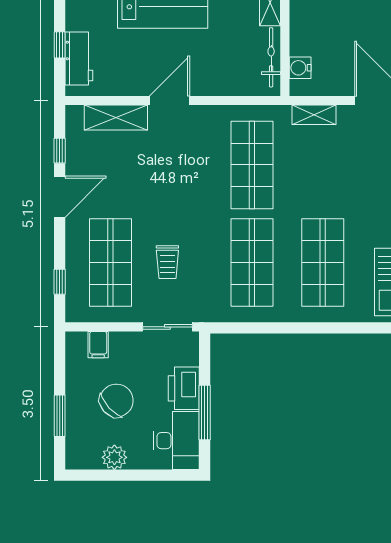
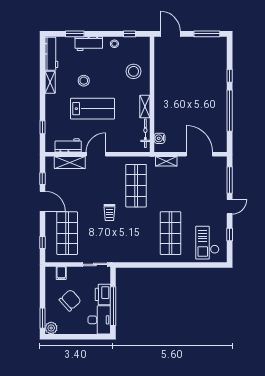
workbench: (79, 58) -> (68, 145), moved, turned -90
door: (60, 197) -> (42, 201), hinge flipped
trolley: (167, 262) -> (109, 212), moved
shop shelf: (252, 262) -> (136, 233), removed
window: (205, 413) -> (113, 306), width x1.46
window: (60, 416) -> (42, 318), moved
plant: (114, 457) -> (51, 328), moved

